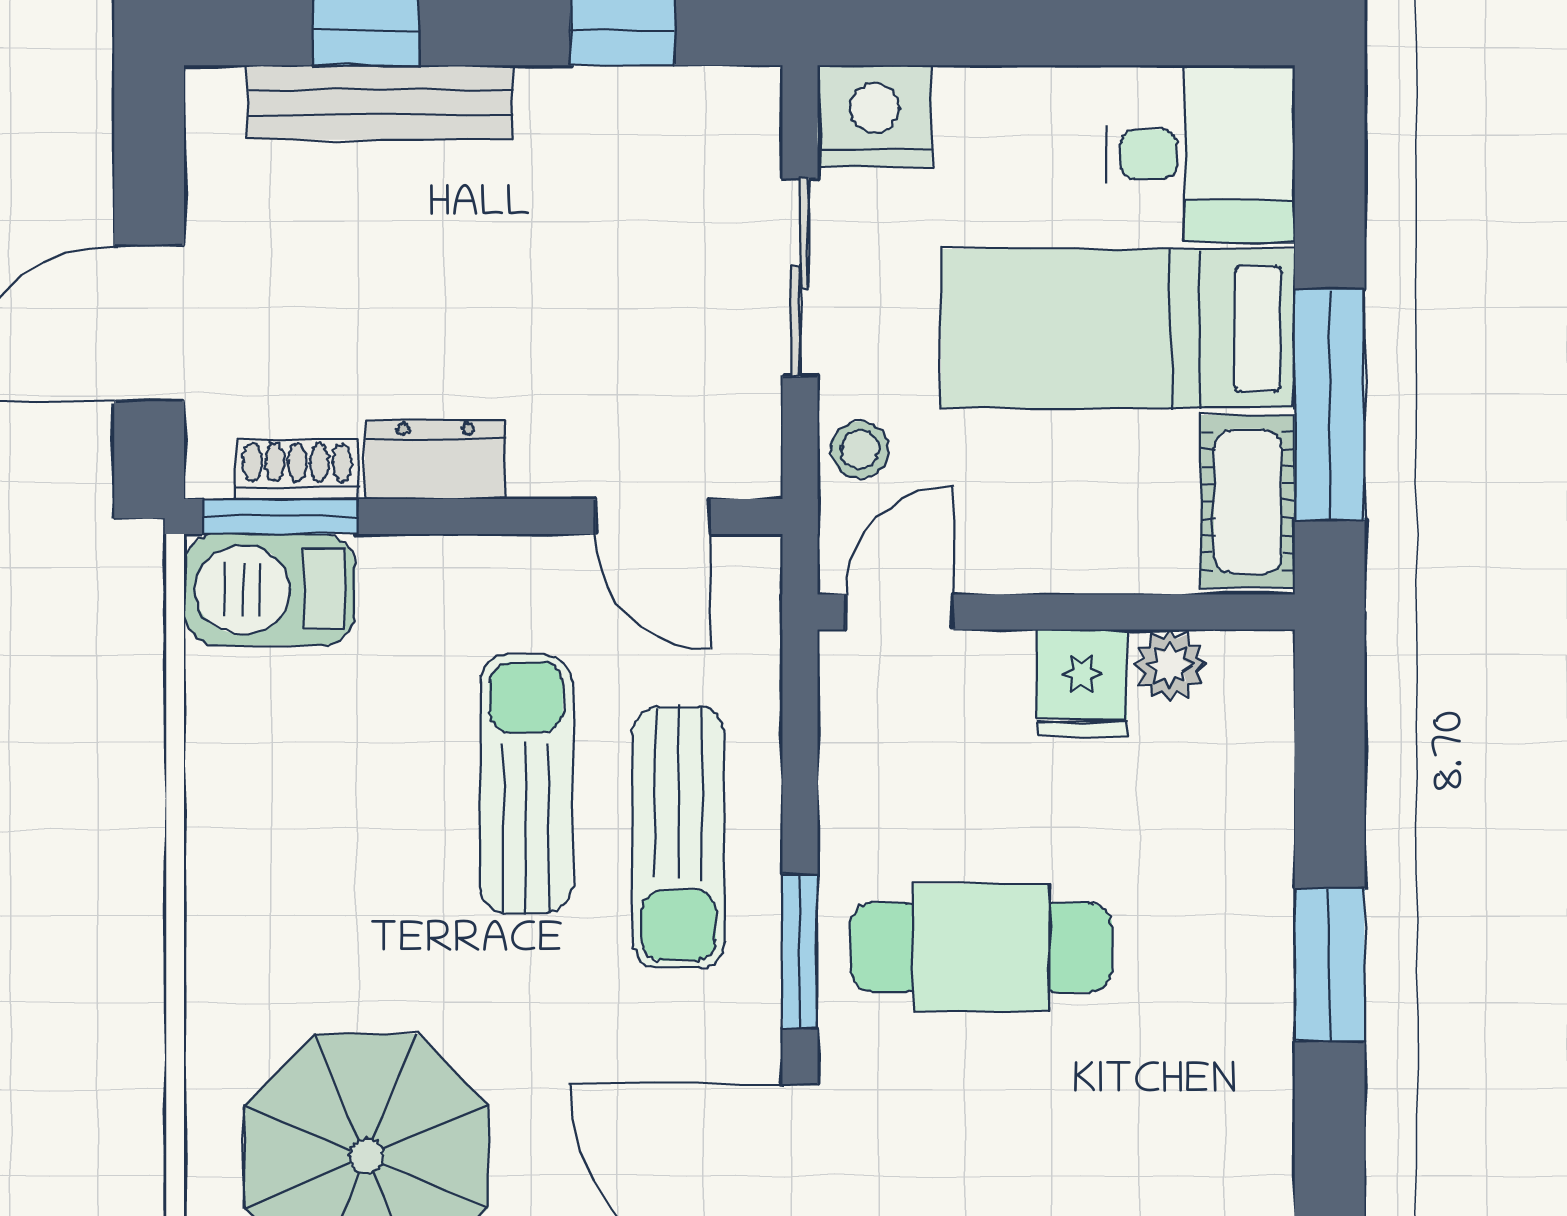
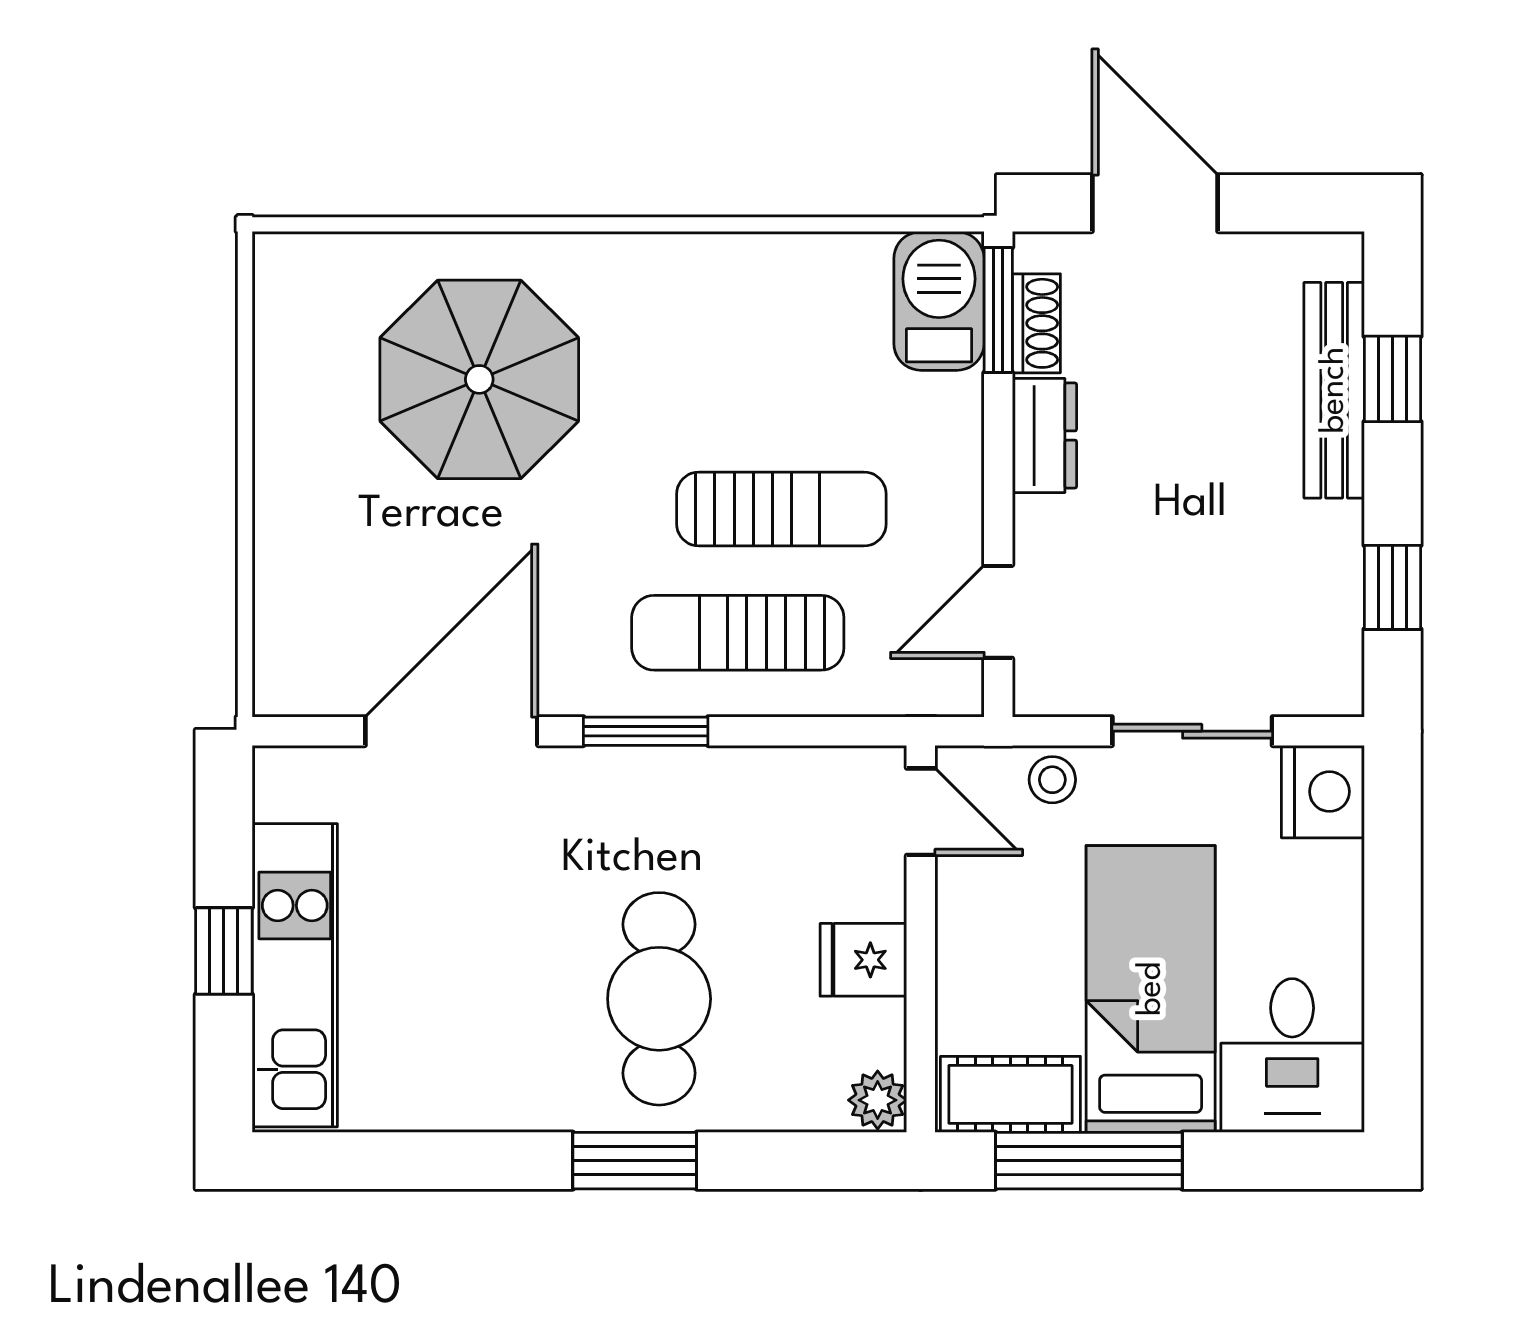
plant: (1170, 665) -> (878, 1100), moved
cafe table: (981, 947) -> (659, 999), moved

